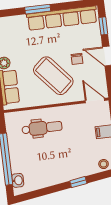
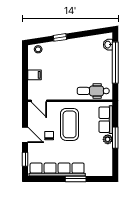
coffee table: (53, 76) -> (70, 124), turned 41
dental chair: (42, 128) -> (93, 91), moved

